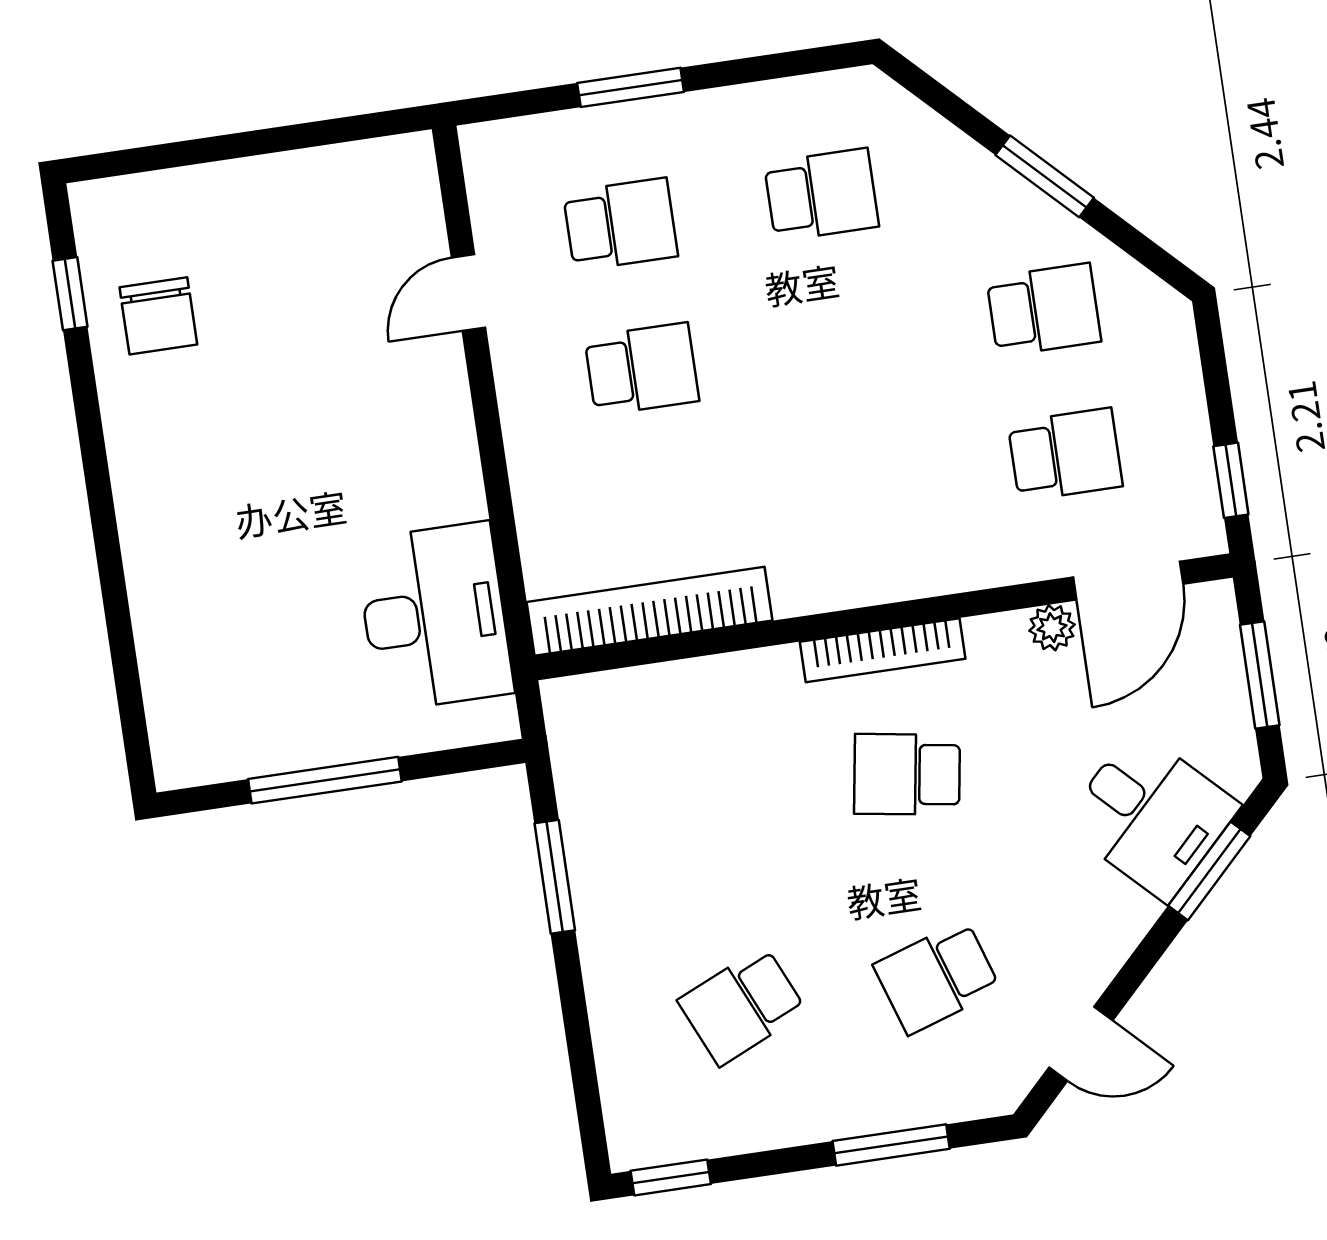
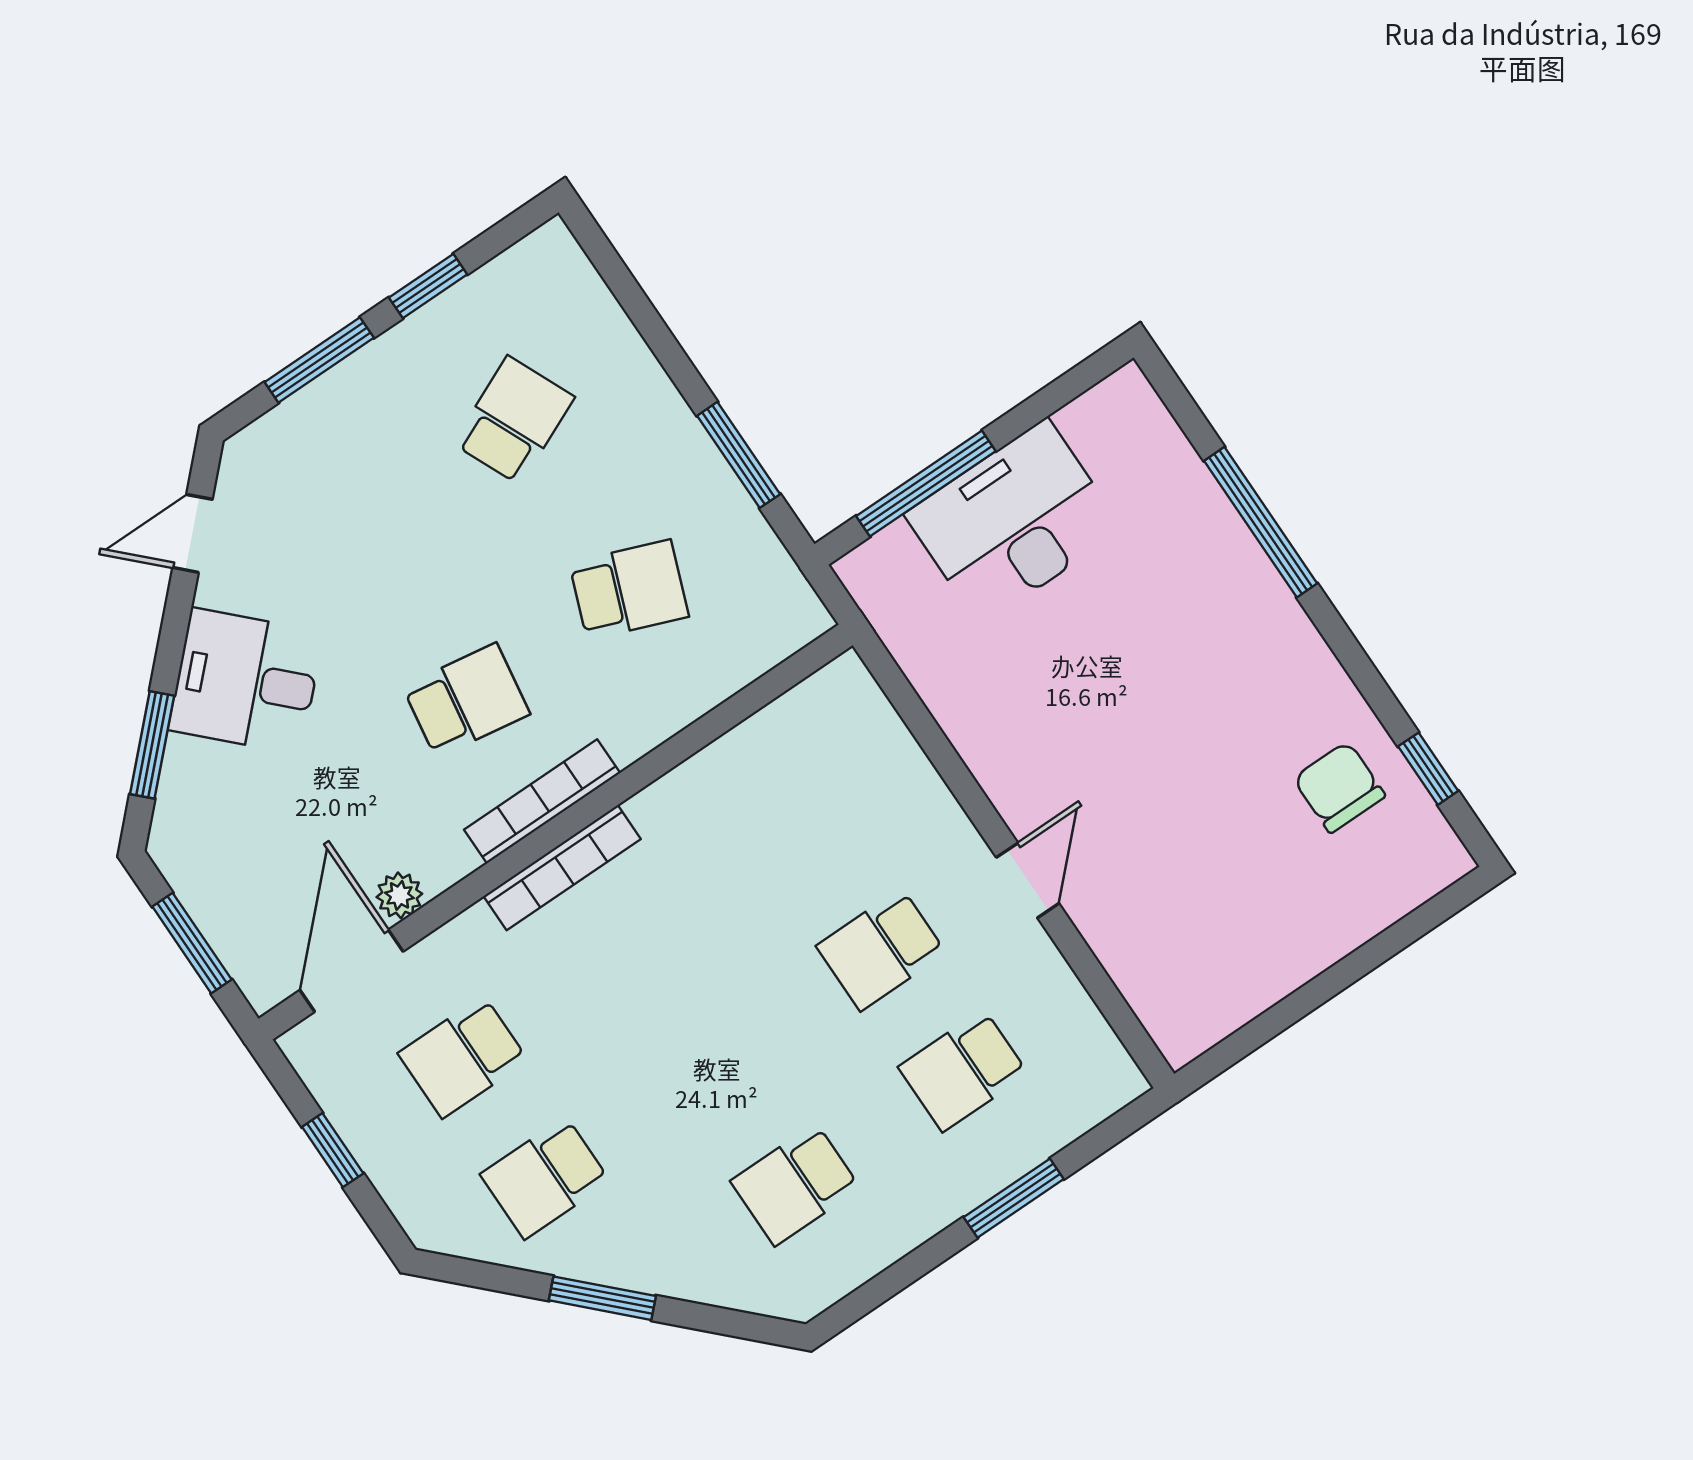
door: (468, 293) -> (1028, 880), moved
window: (1231, 480) -> (333, 1150), moved
window: (114, 589) -> (1261, 522), added
bookcase: (649, 611) -> (562, 868), moved, width x0.68, depth x0.76
desk: (434, 617) -> (1014, 522), moved, turned 90
window: (325, 780) -> (926, 484), moved
desk: (1151, 815) -> (246, 681), moved
school desk: (937, 977) -> (629, 590), moved, turned 39
window: (671, 1177) -> (428, 286), moved

